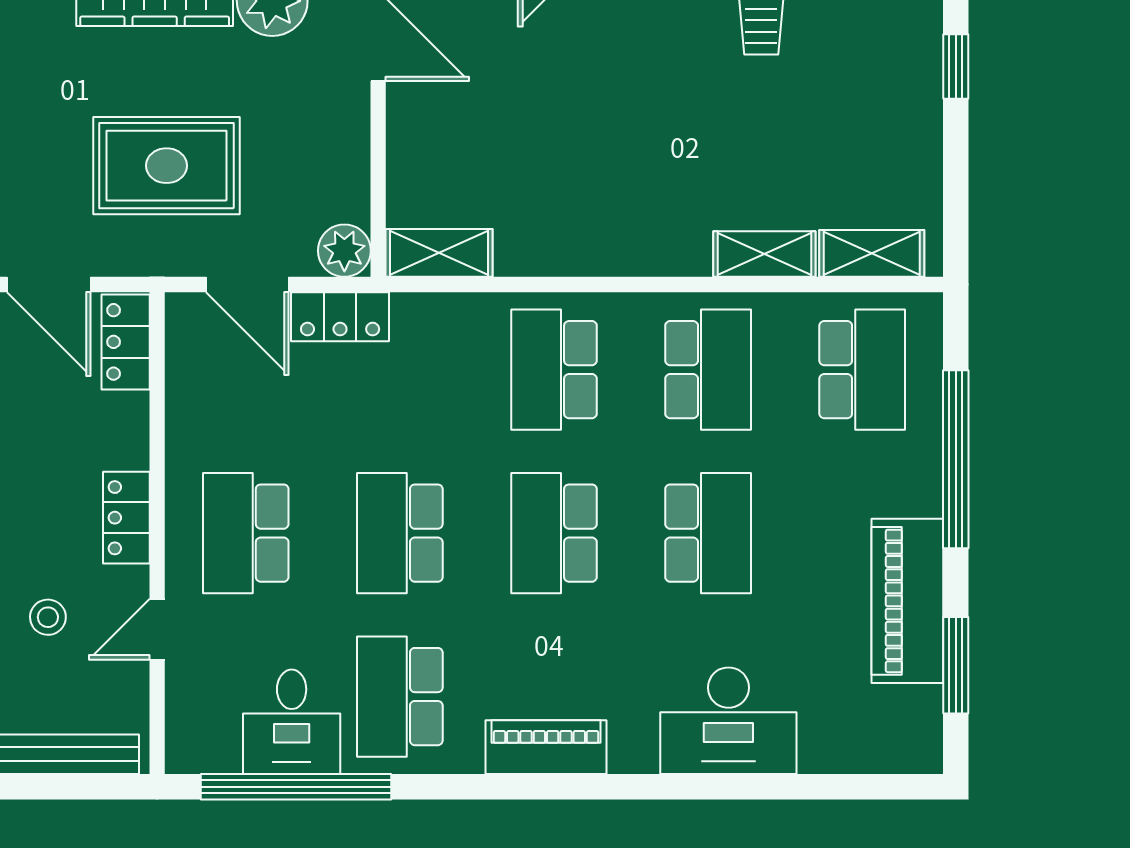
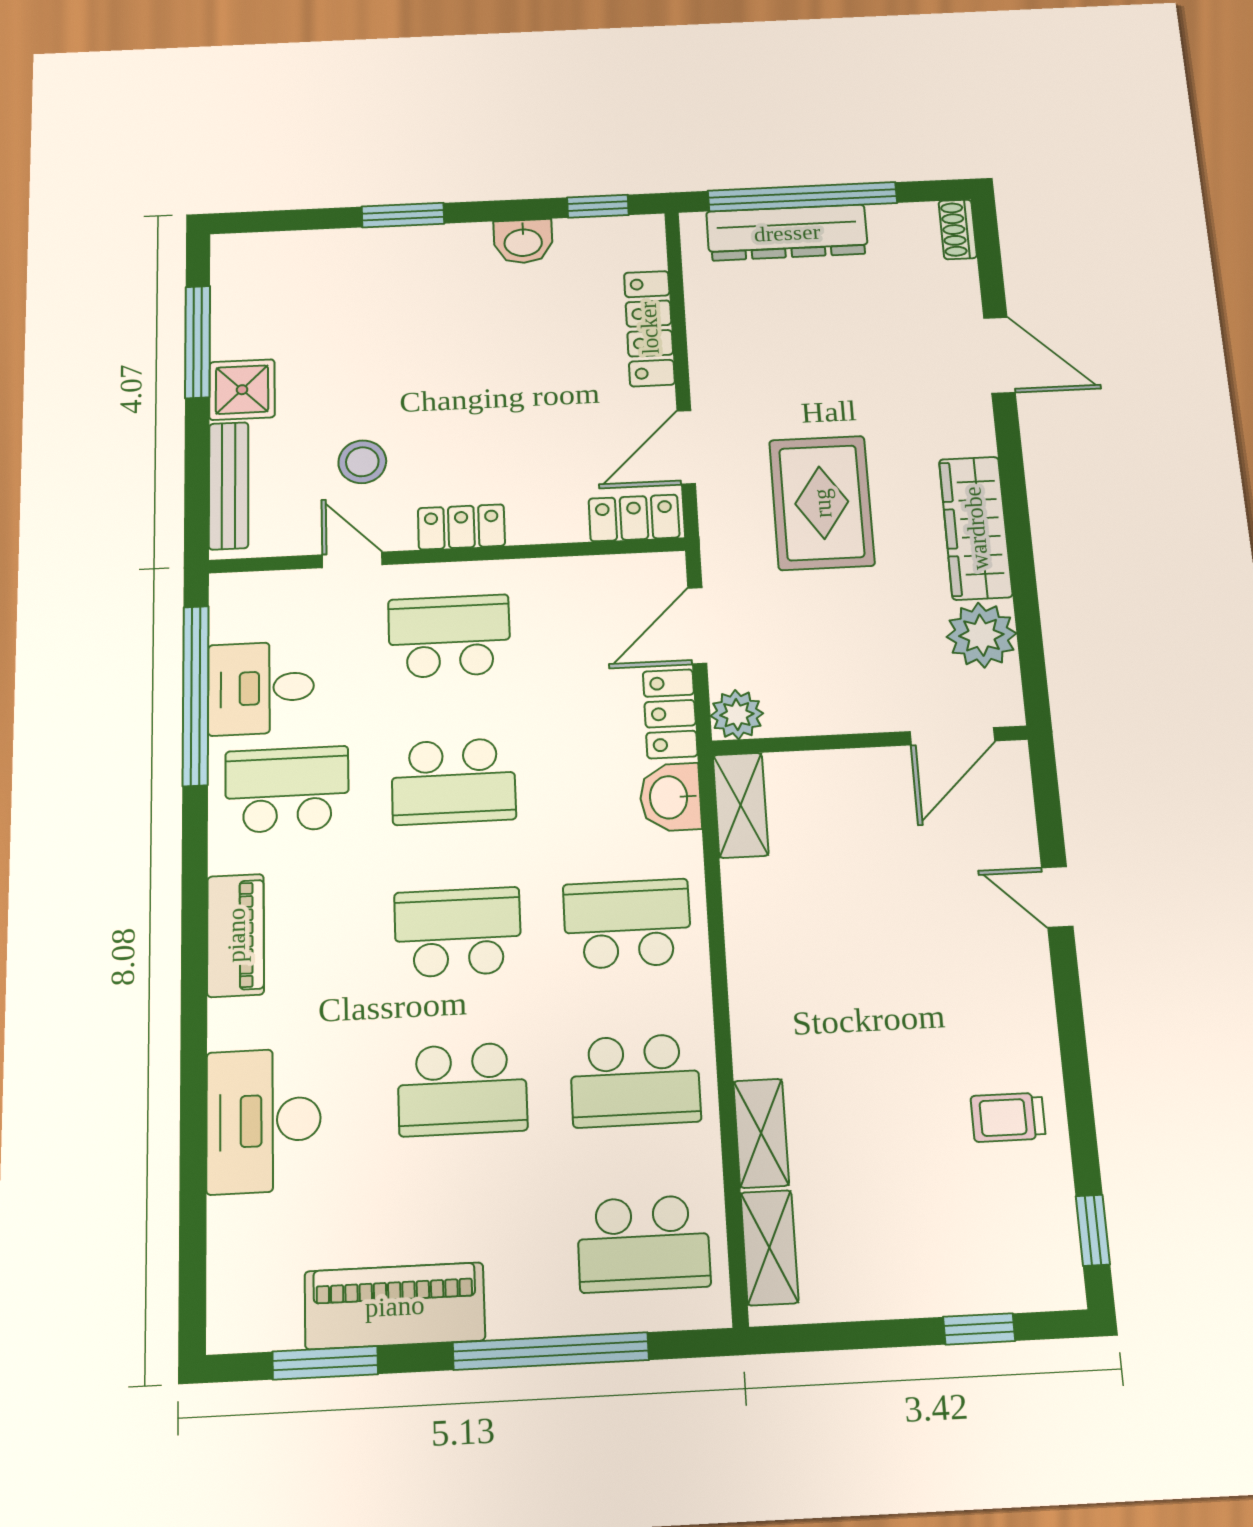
rug: (166, 166) -> (822, 503), moved
washbasin: (427, 321) -> (670, 797), added
school desk: (400, 533) -> (454, 781), turned 180
stool: (48, 617) -> (362, 462), width x1.37, depth x1.37

